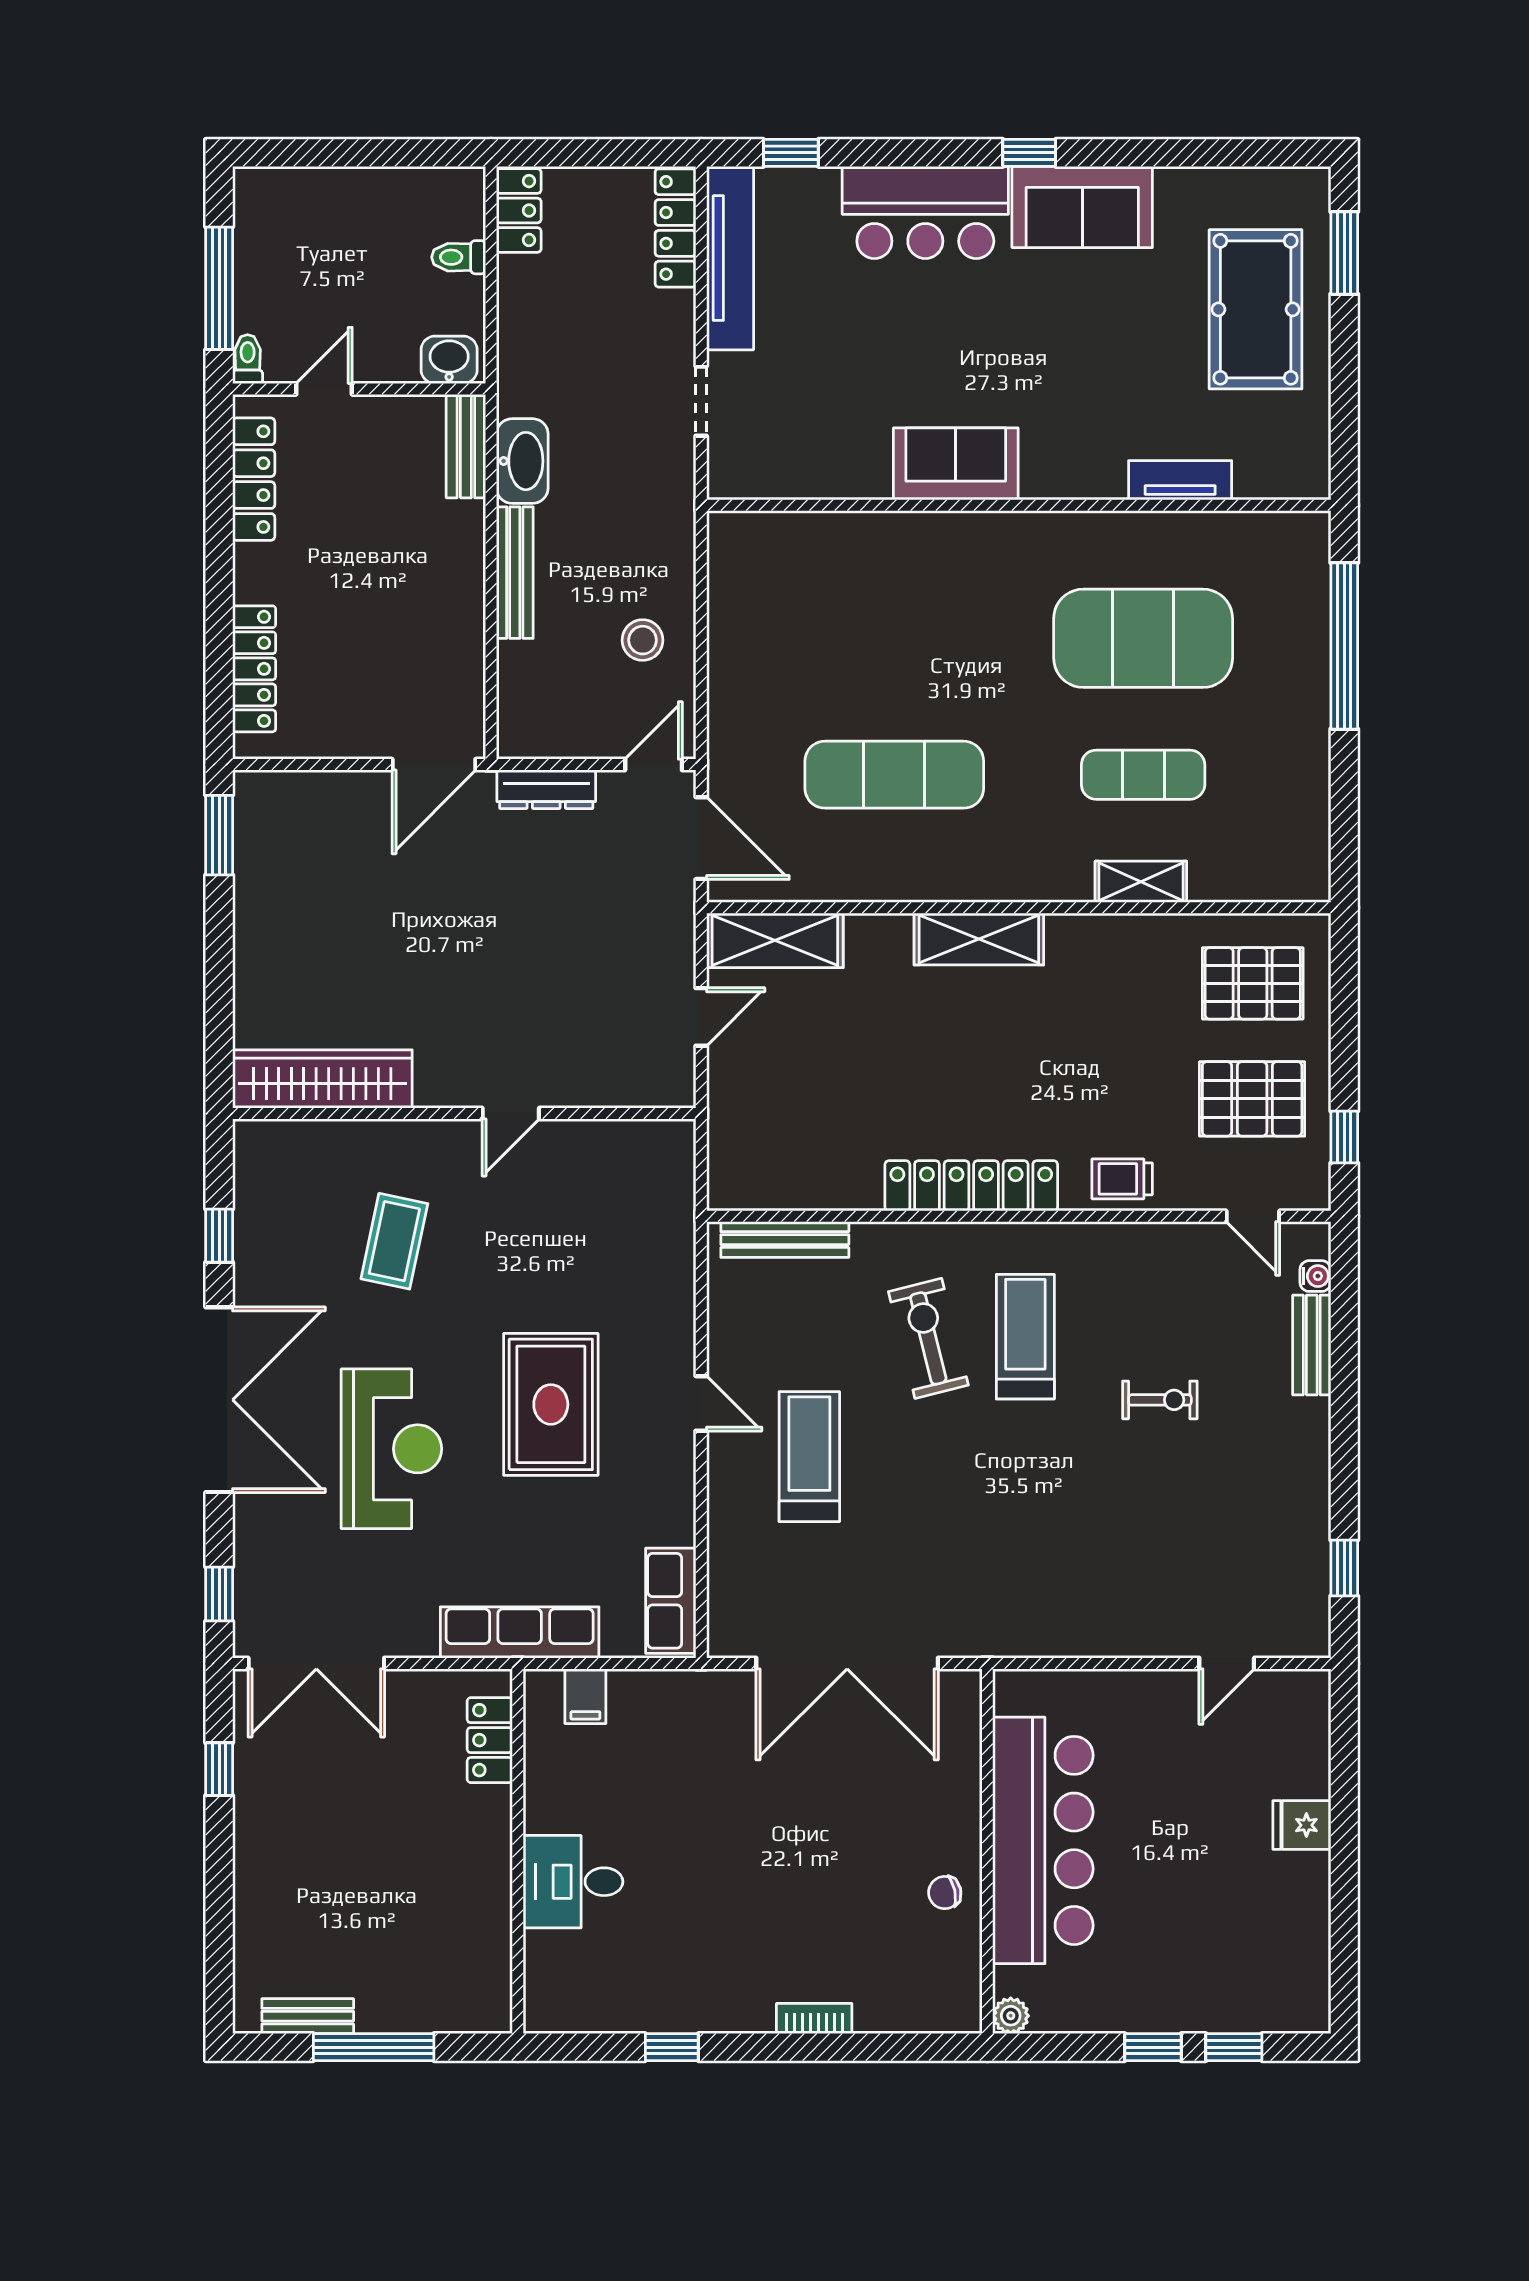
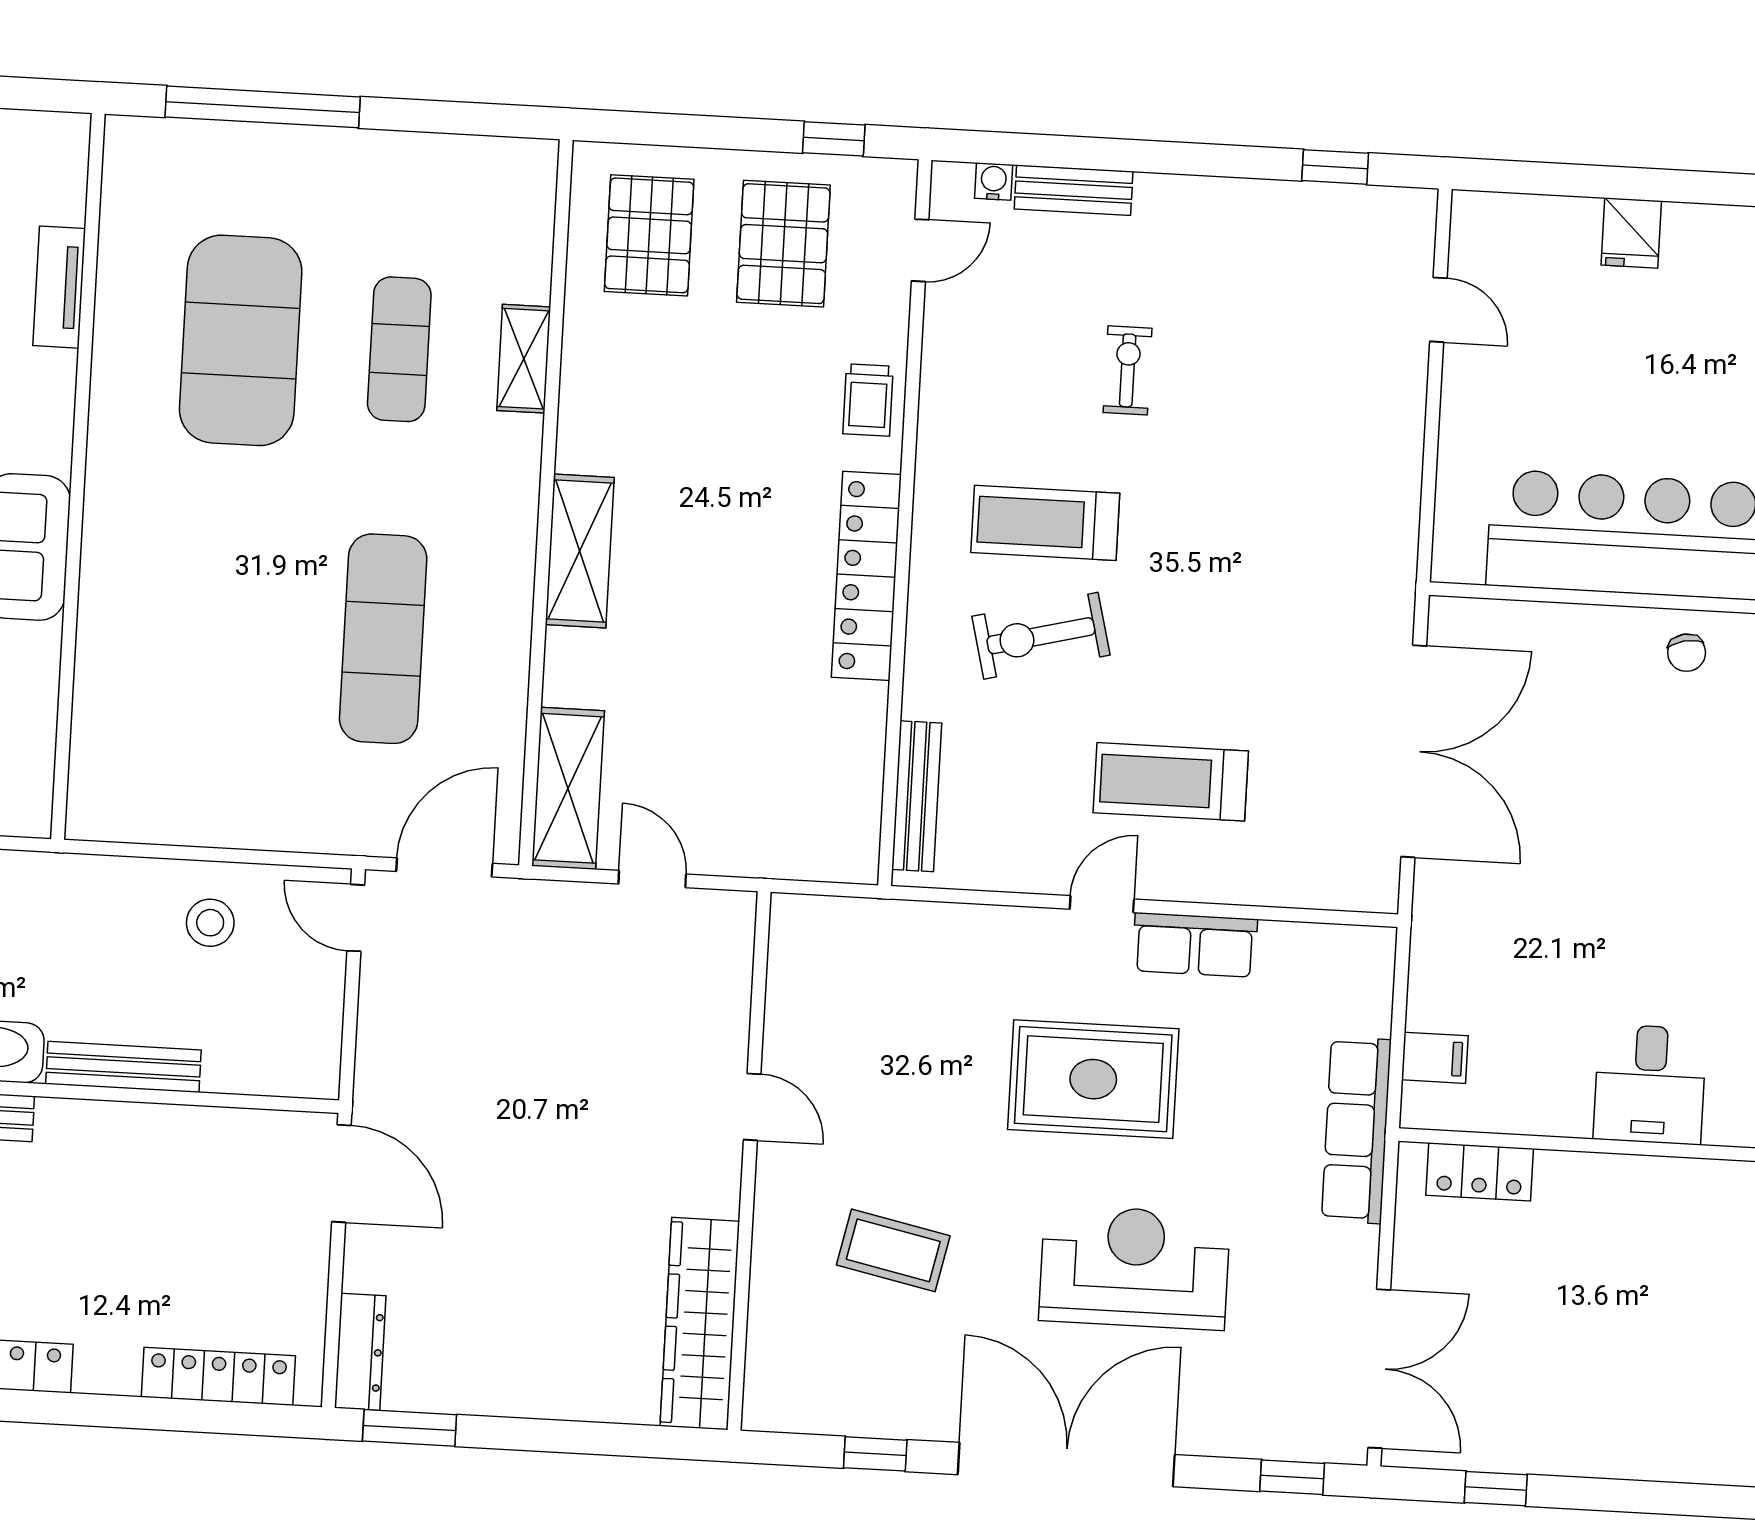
dresser: (546, 789) -> (360, 1352), moved
row of seats: (671, 1601) -> (1195, 945), moved

